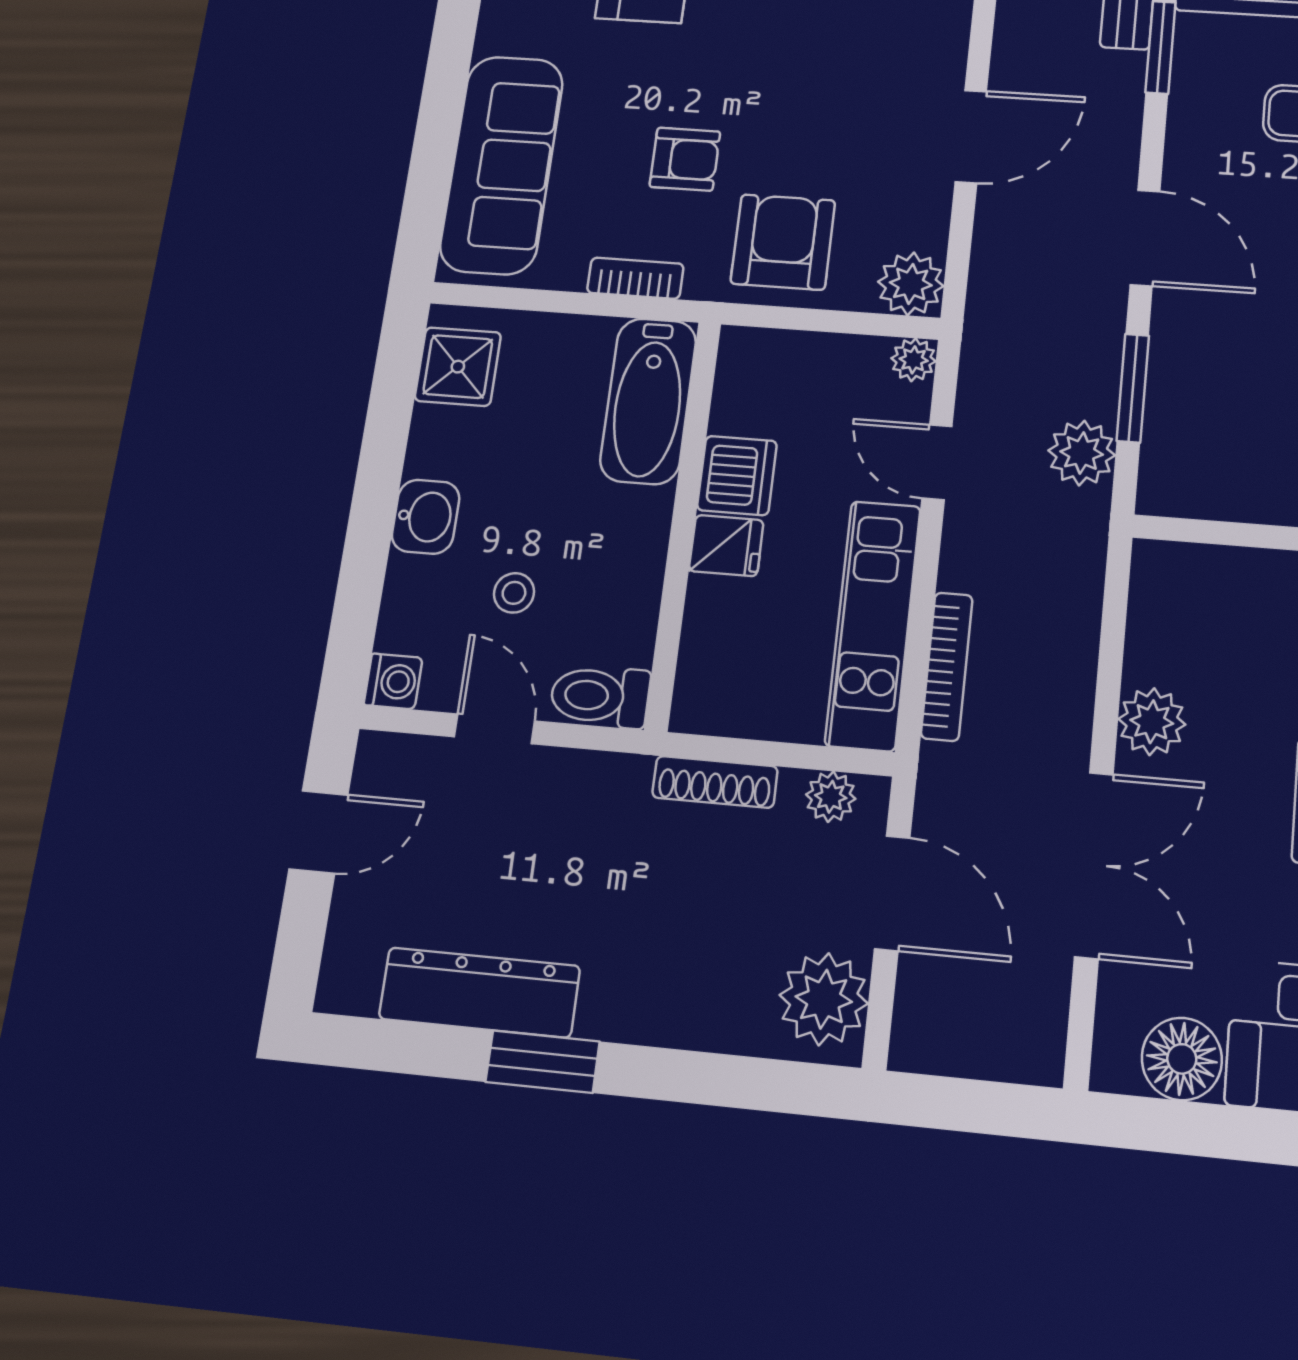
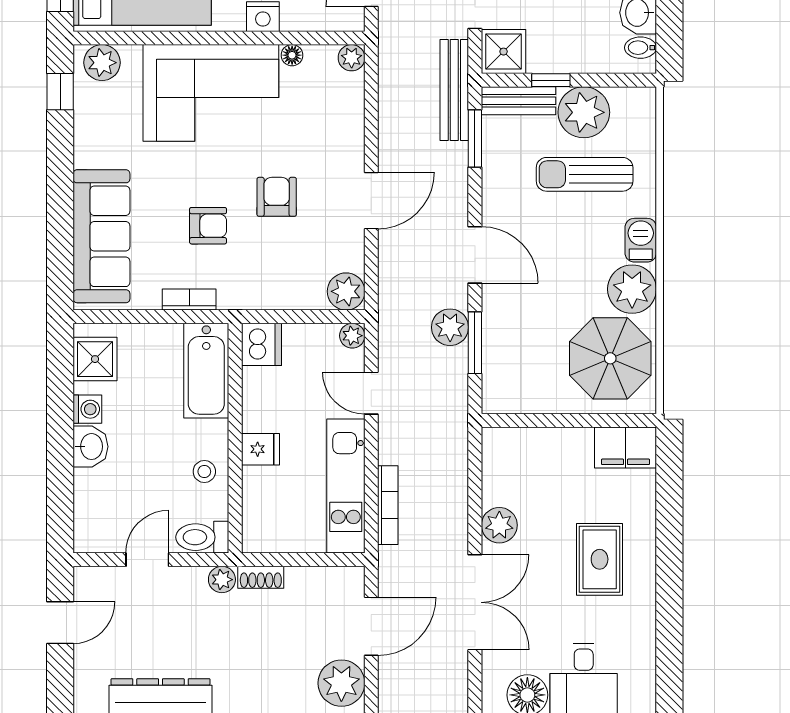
armchair: (783, 242) -> (277, 197), moved, width x0.72, depth x0.72
plant: (1082, 453) -> (450, 327), moved
dishwasher: (737, 475) -> (262, 344), moved
stool: (514, 593) -> (204, 471), moved
washing machine: (393, 681) -> (87, 409), moved
door: (495, 729) -> (147, 560), hinge flipped
shoe rack: (715, 782) -> (261, 577), width x0.70
plant: (831, 797) -> (222, 580), moved
door: (892, 893) -> (371, 626), hinge flipped

